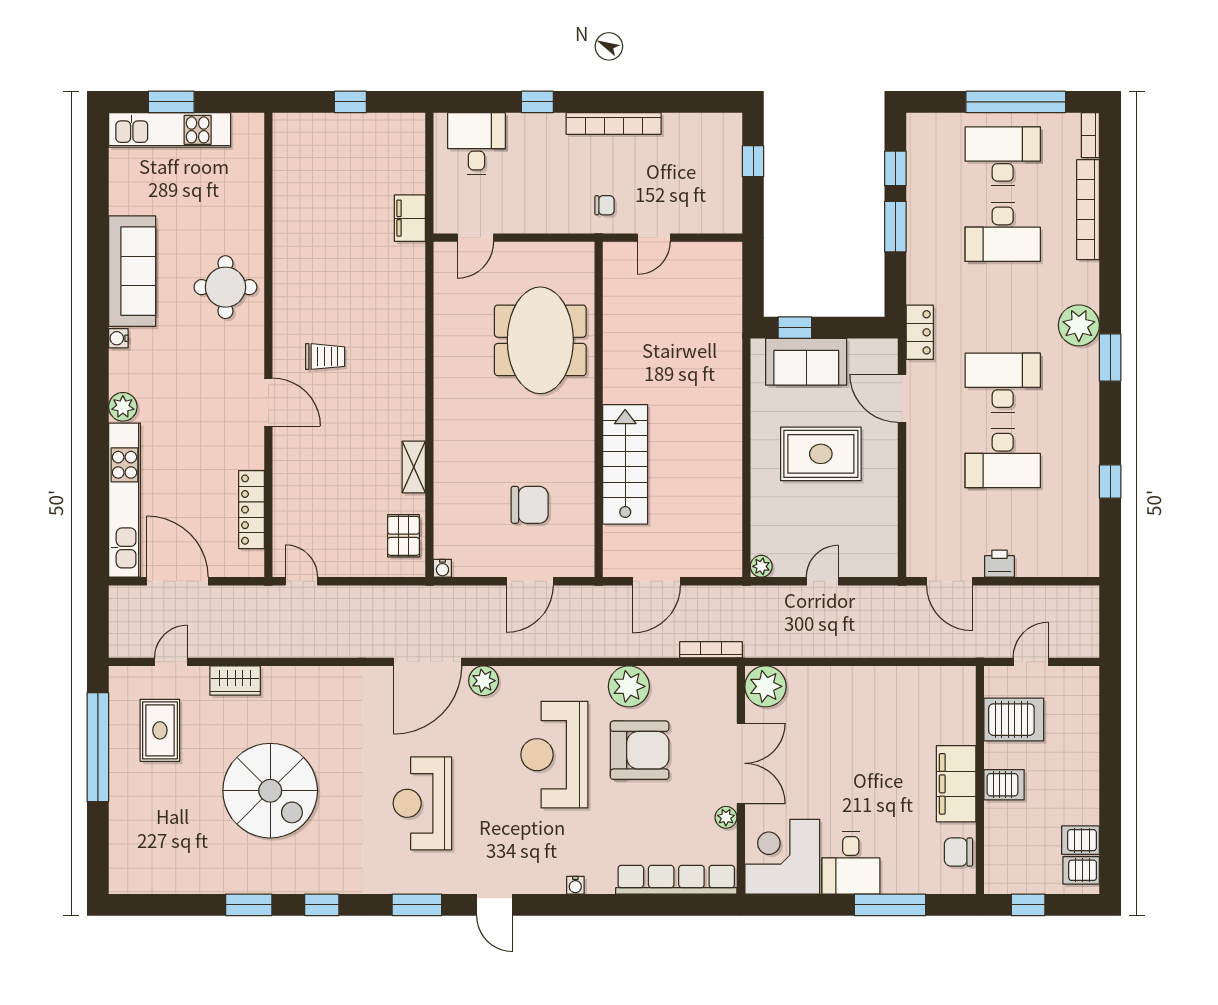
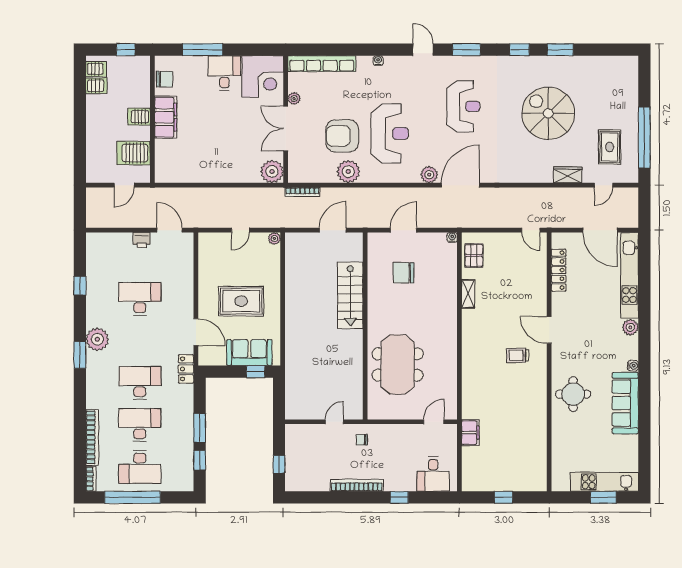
plant: (1079, 325) -> (97, 339), moved
desk: (1003, 383) -> (140, 383), moved, turned 180

